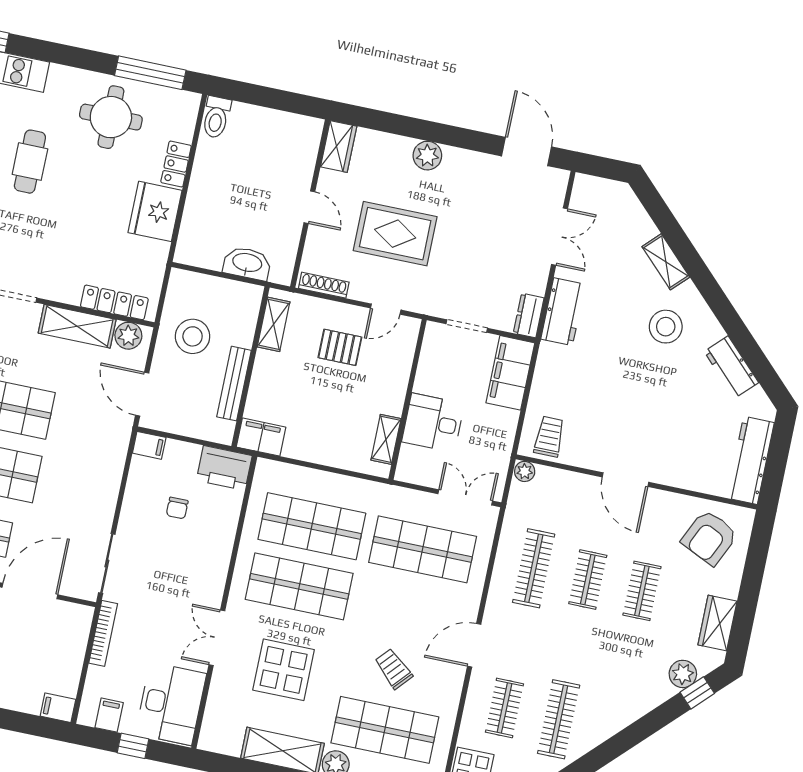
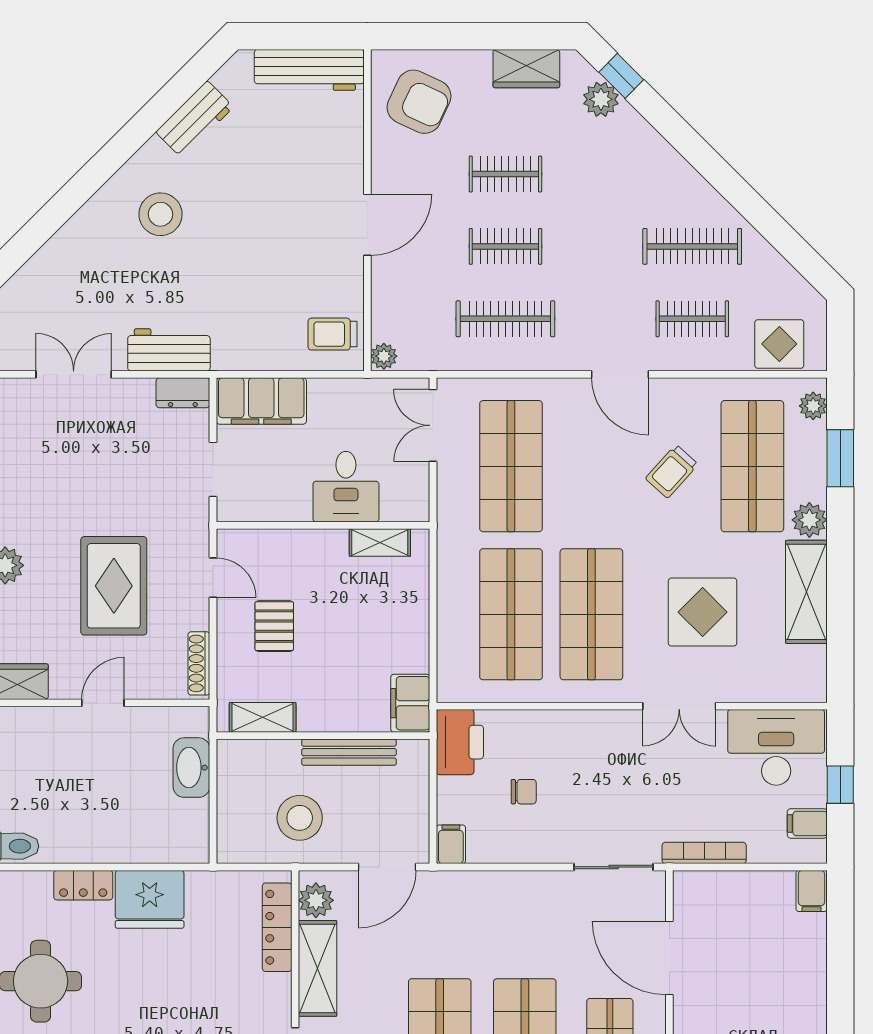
shelving: (666, 262) -> (77, 231), removed

